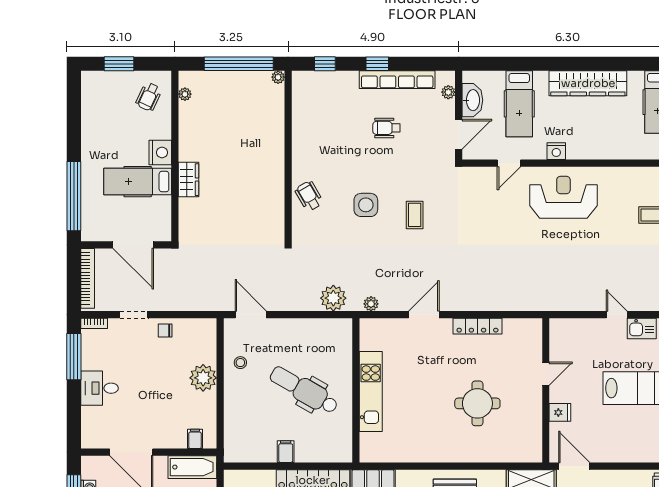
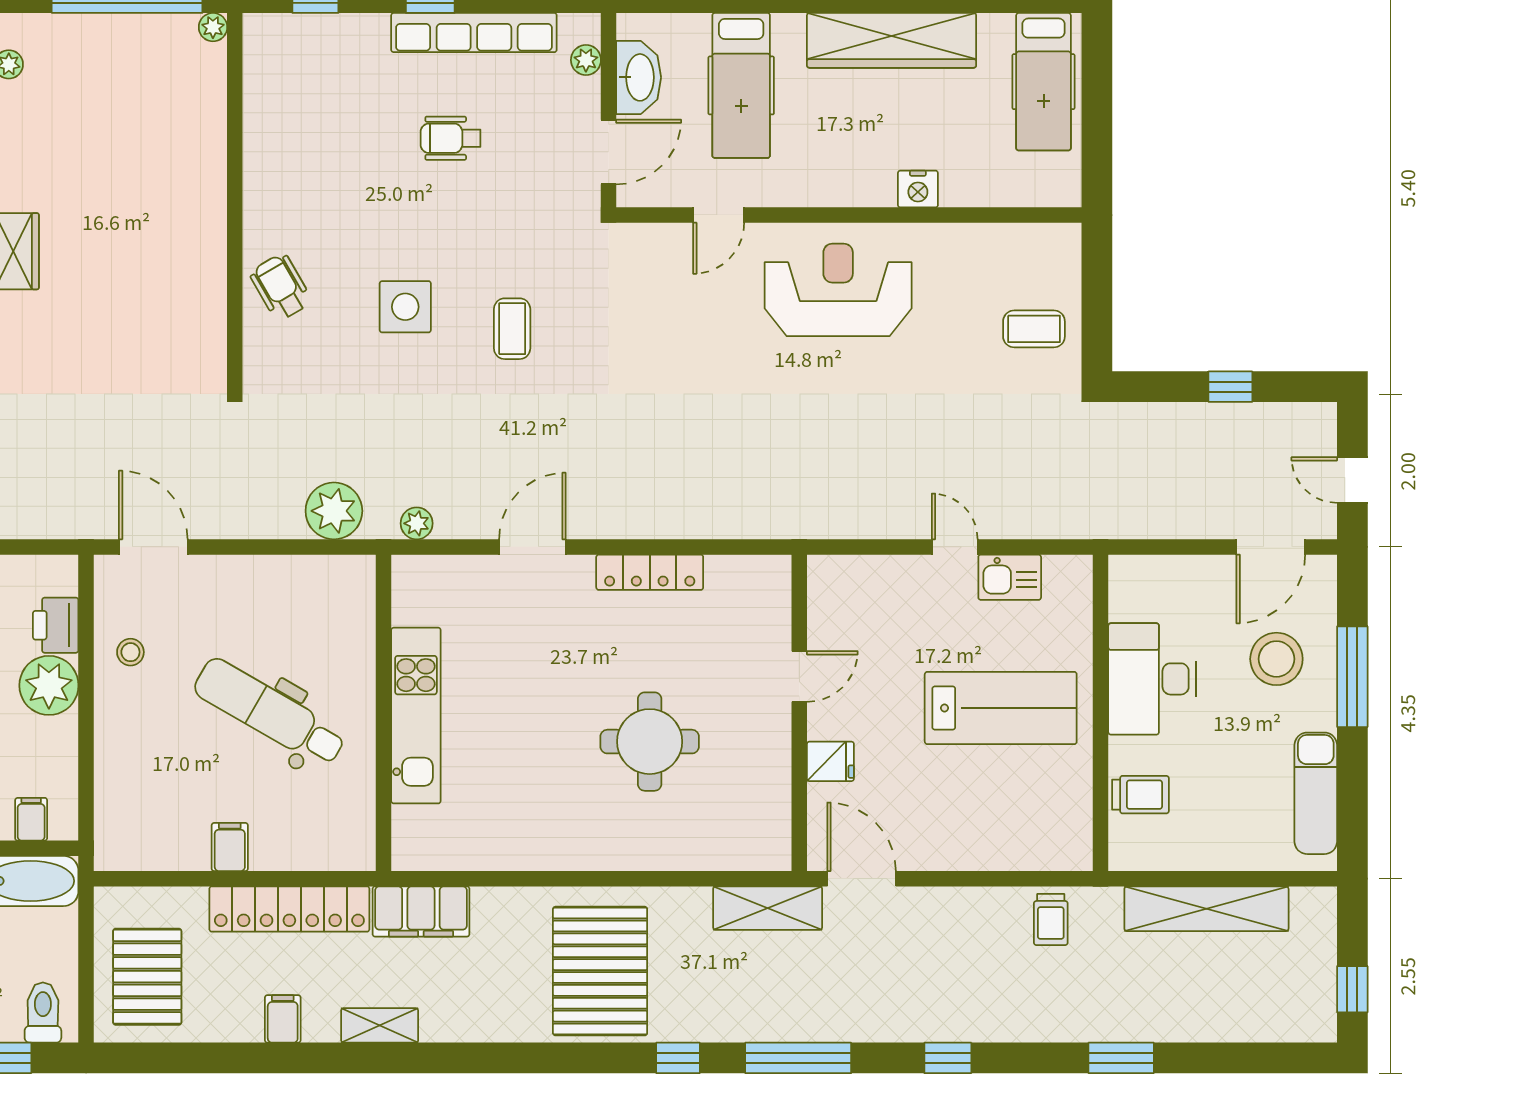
nightstand: (556, 151) -> (918, 189), moved
printer: (206, 350) -> (56, 625), added

